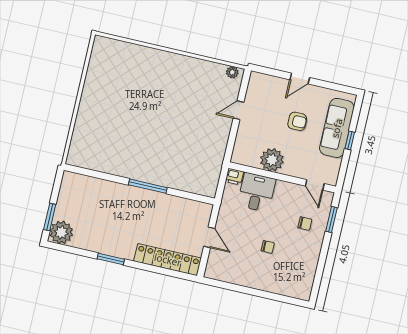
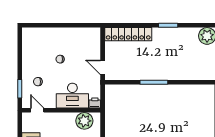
plant: (272, 160) -> (84, 121), moved
desk: (257, 192) -> (72, 96), width x1.37
door: (209, 237) -> (103, 67), moved

